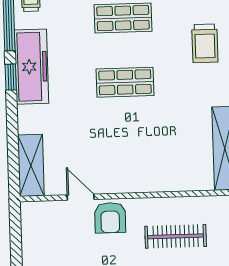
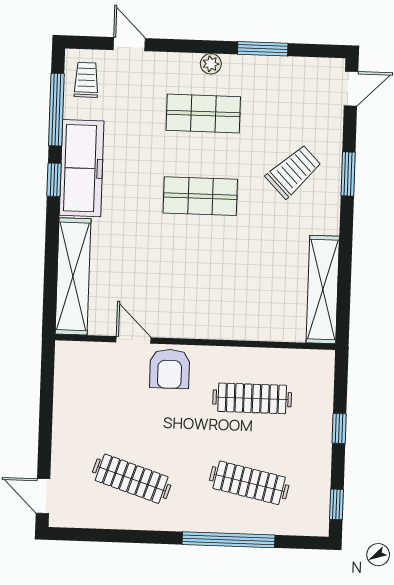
trolley: (205, 43) -> (294, 171), moved, turned -134
shelving: (31, 165) -> (73, 276), width x1.47

